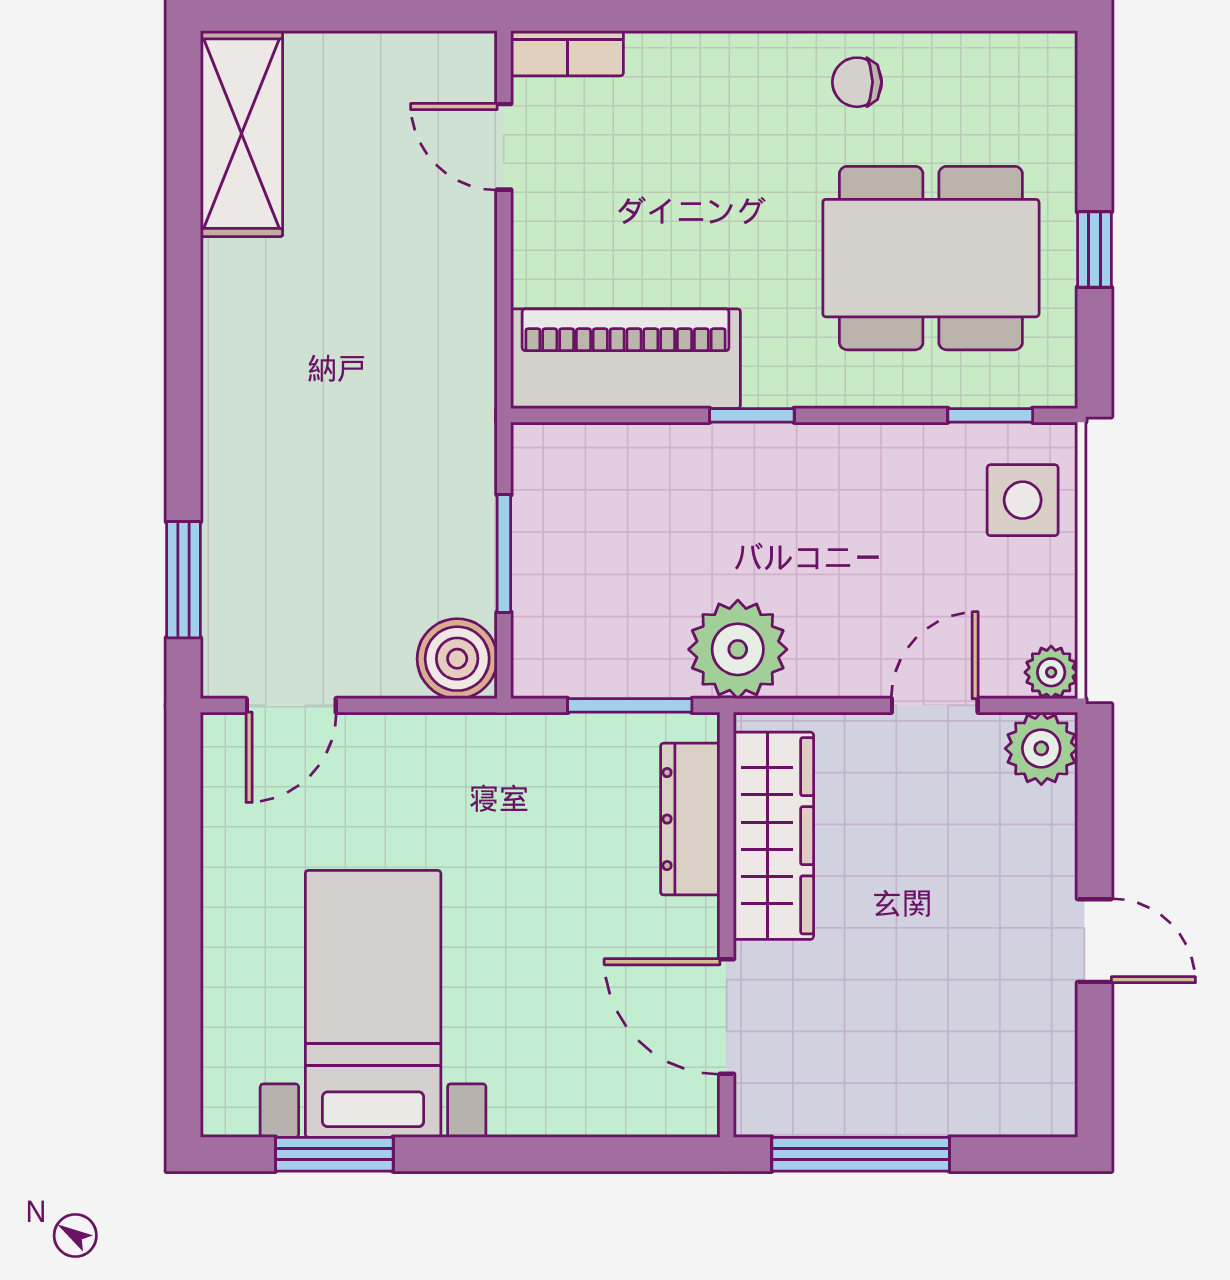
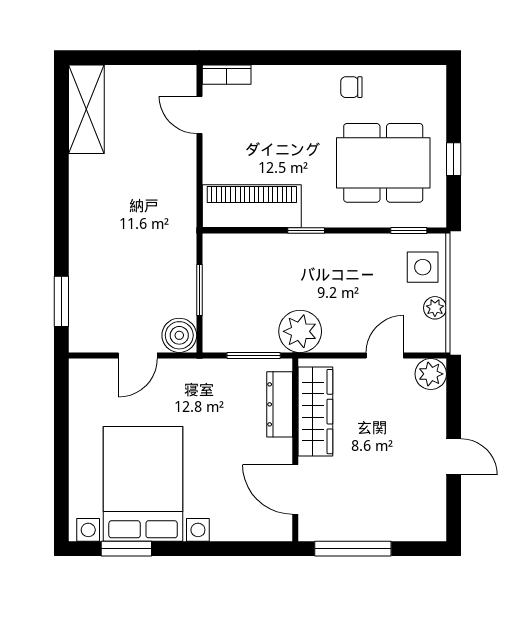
plant: (1051, 672) -> (435, 308), moved
door: (291, 705) -> (138, 355), moved
bed with nightstands: (373, 1004) -> (143, 484), width x1.36

